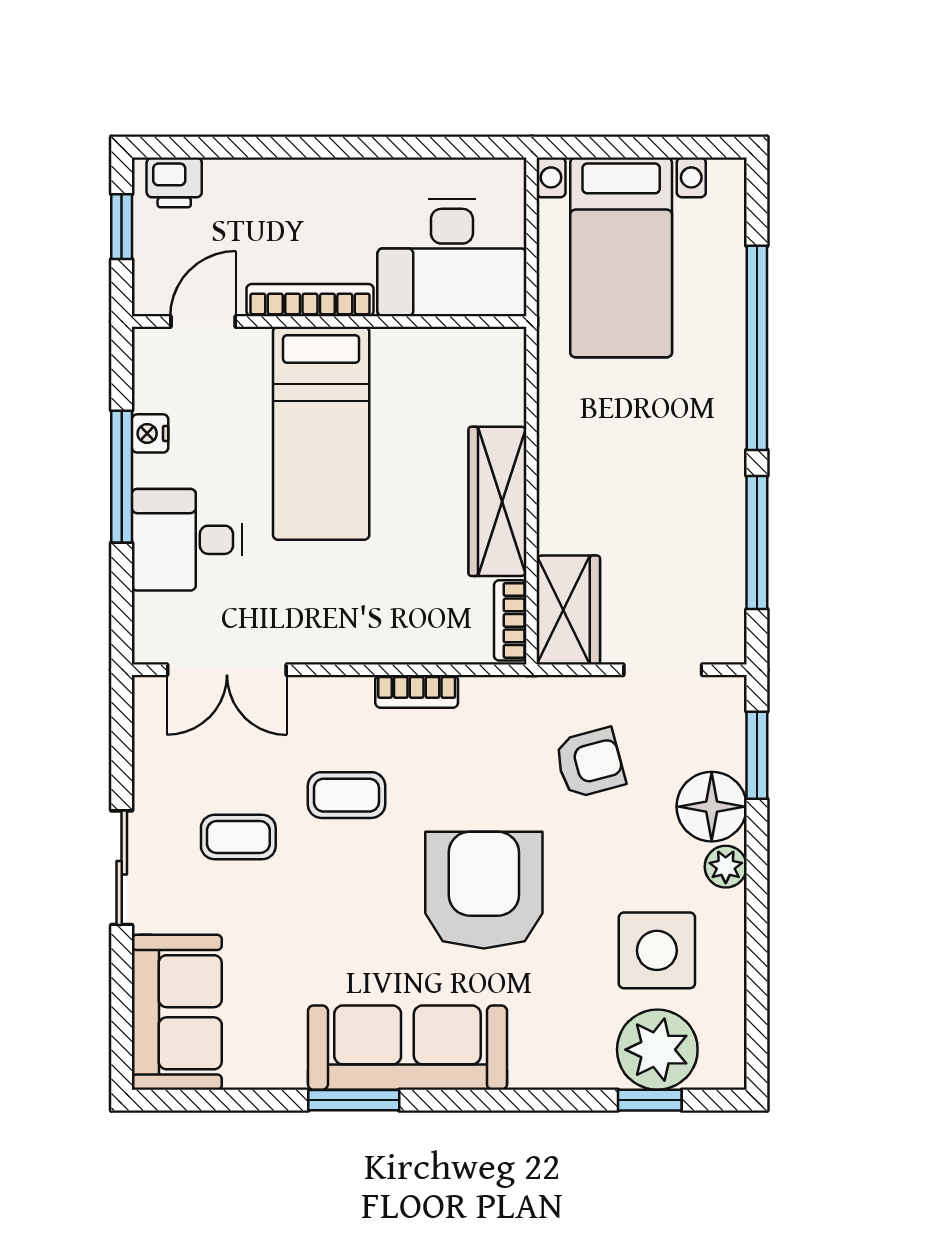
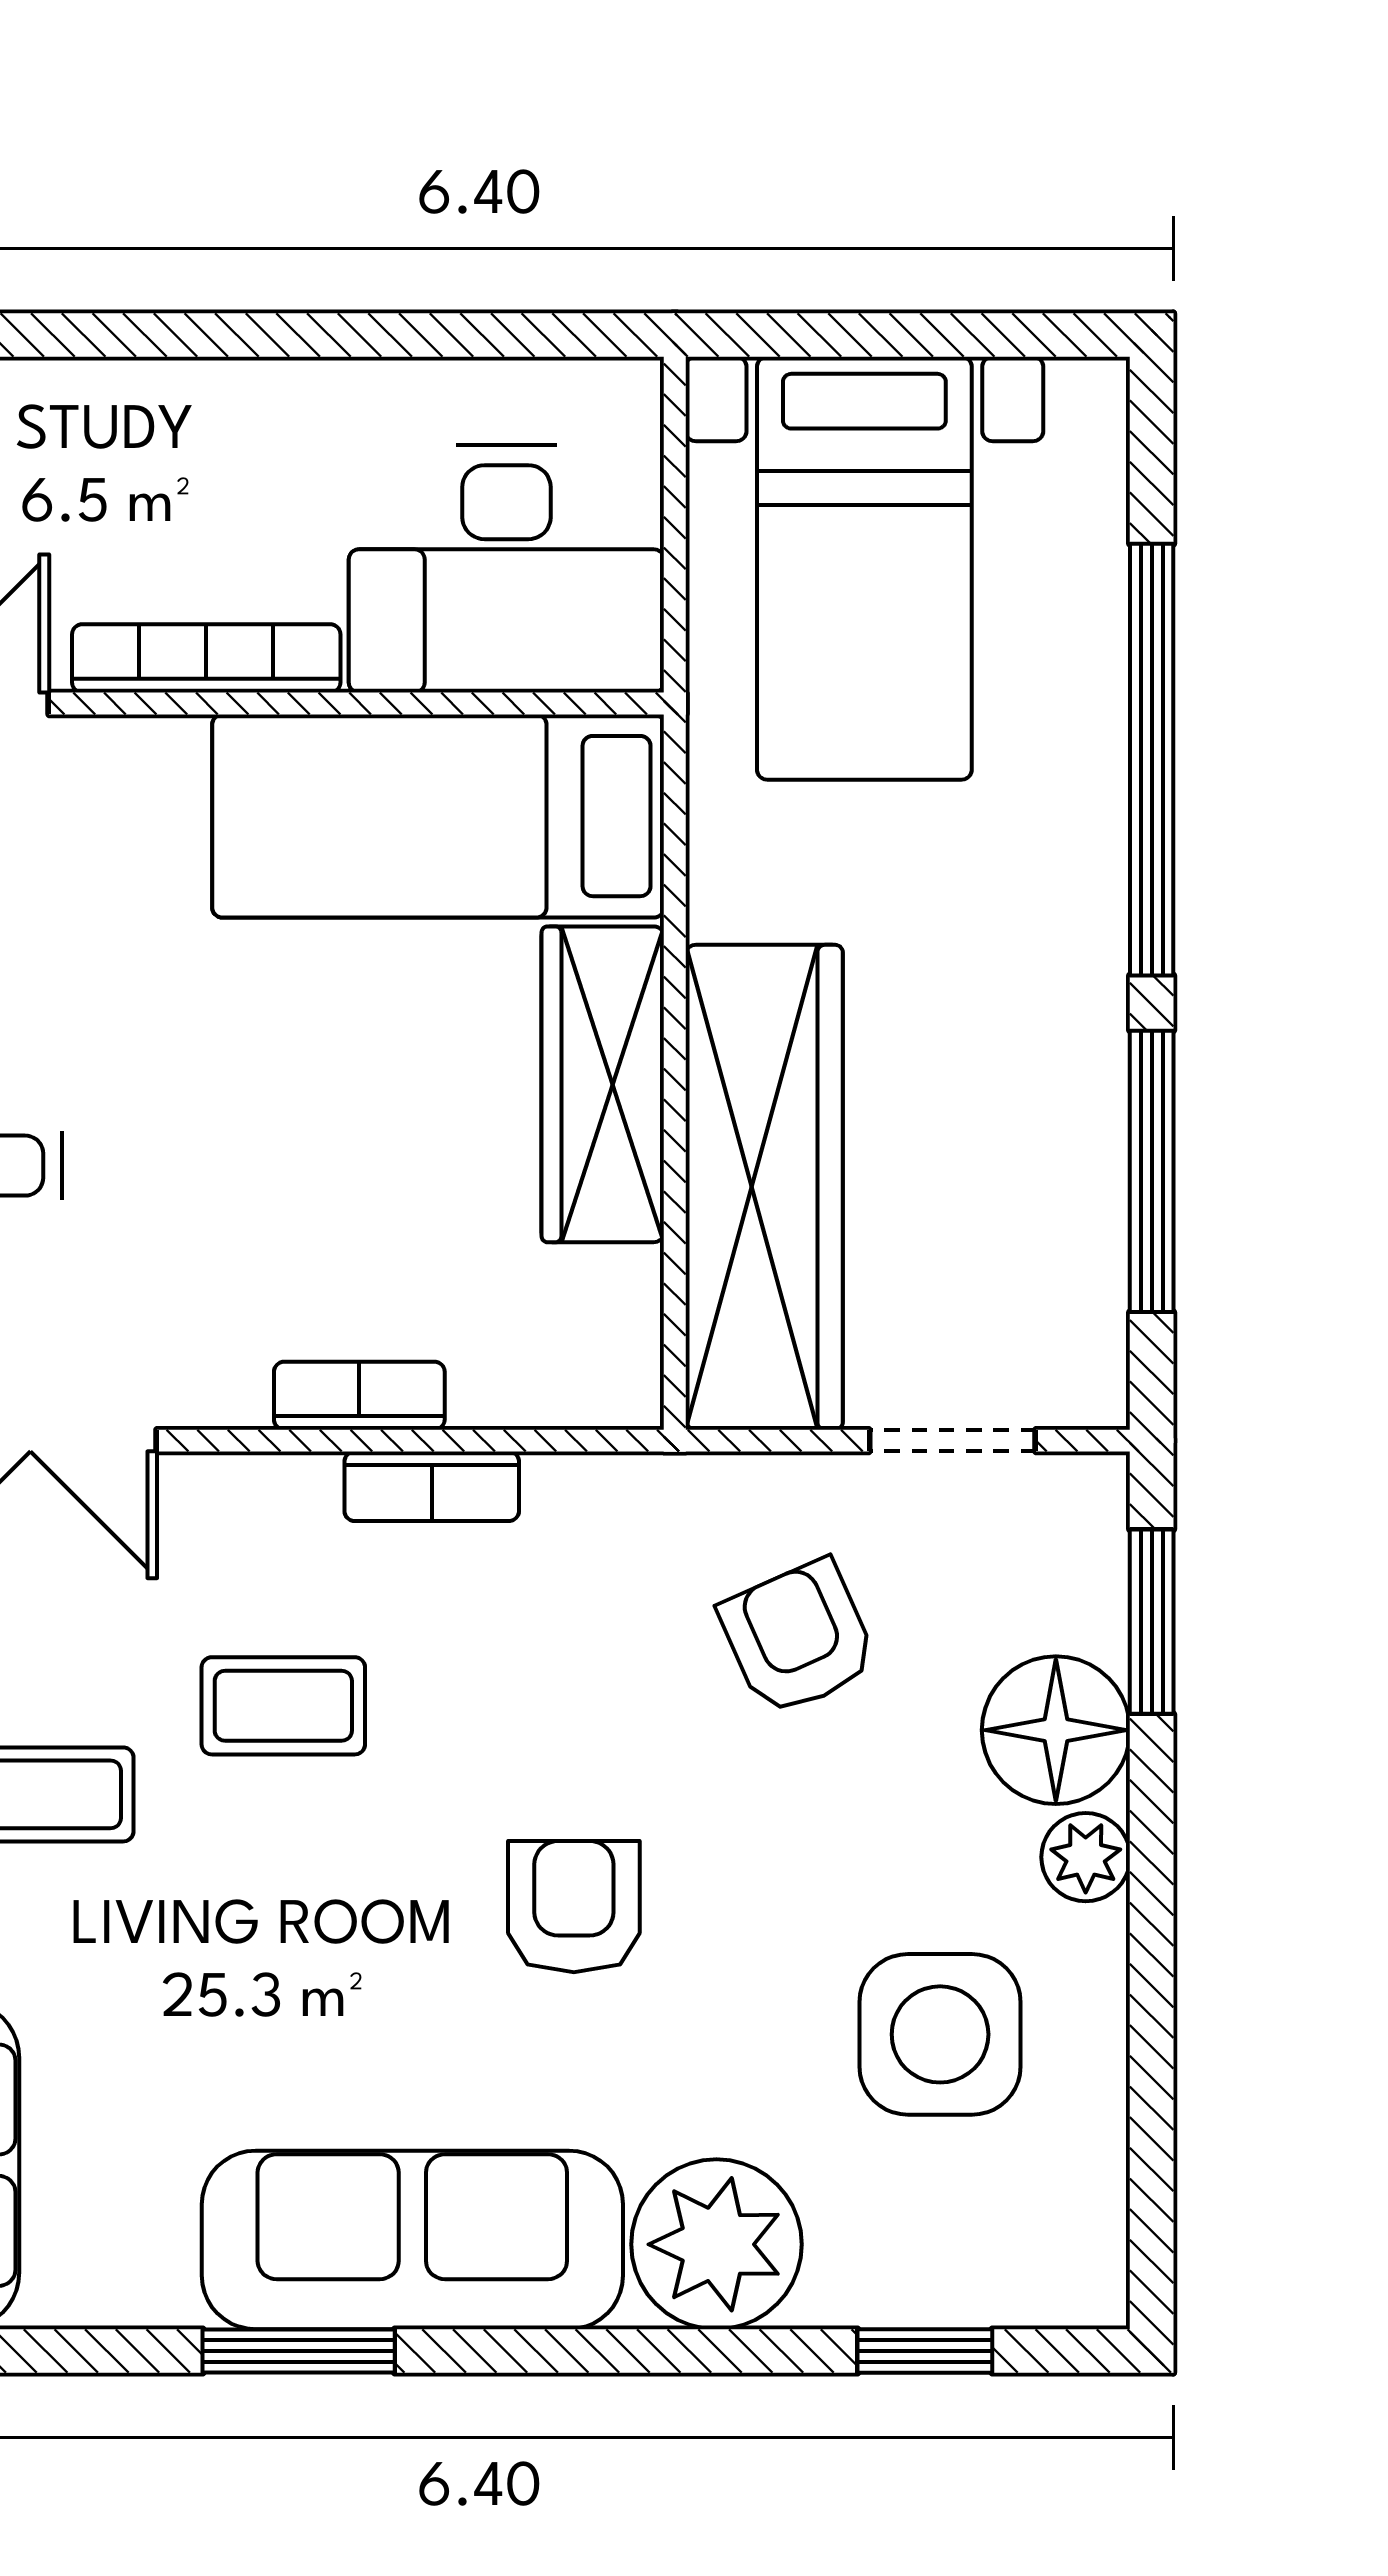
bed: (321, 433) -> (438, 816), moved, turned 90
wardrobe: (568, 610) -> (764, 1187), width x2.10, depth x1.17
bookcase: (510, 620) -> (359, 1396), moved, turned 90
armchair: (590, 763) -> (798, 1638), turned -99
armchair: (484, 890) -> (574, 1907), width x0.53, depth x0.53
plant: (657, 1050) -> (717, 2244), moved

